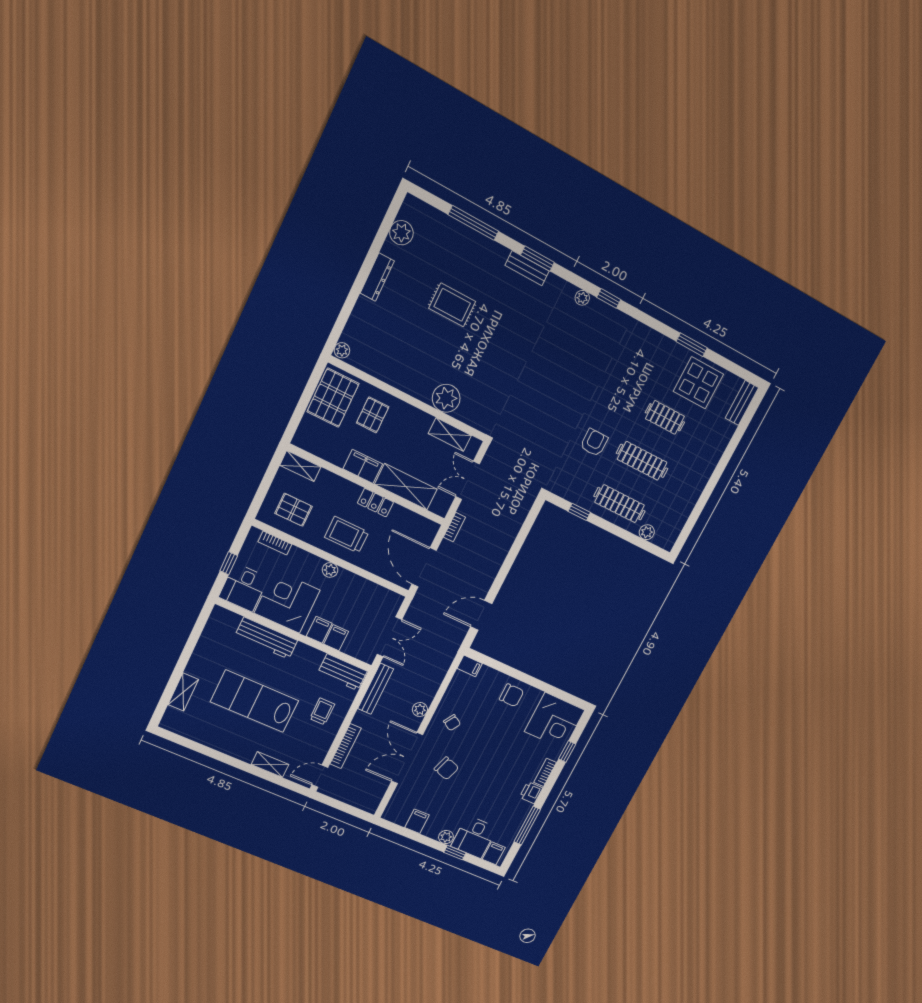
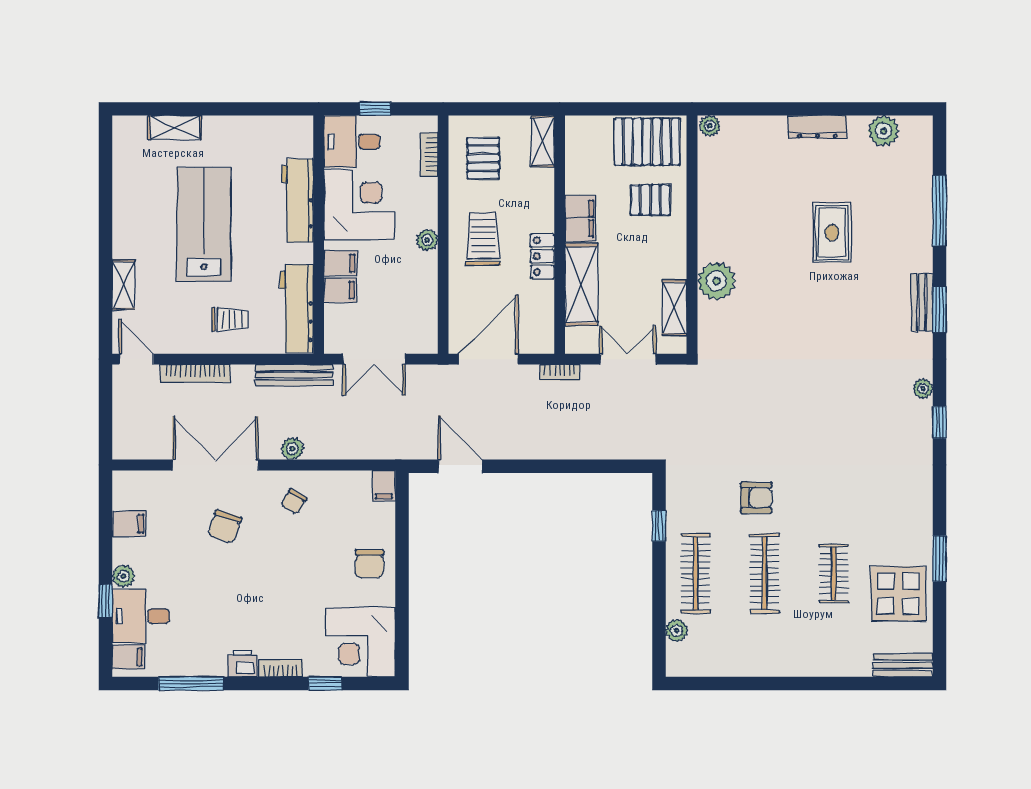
workbench: (342, 672) -> (297, 308), width x1.38

